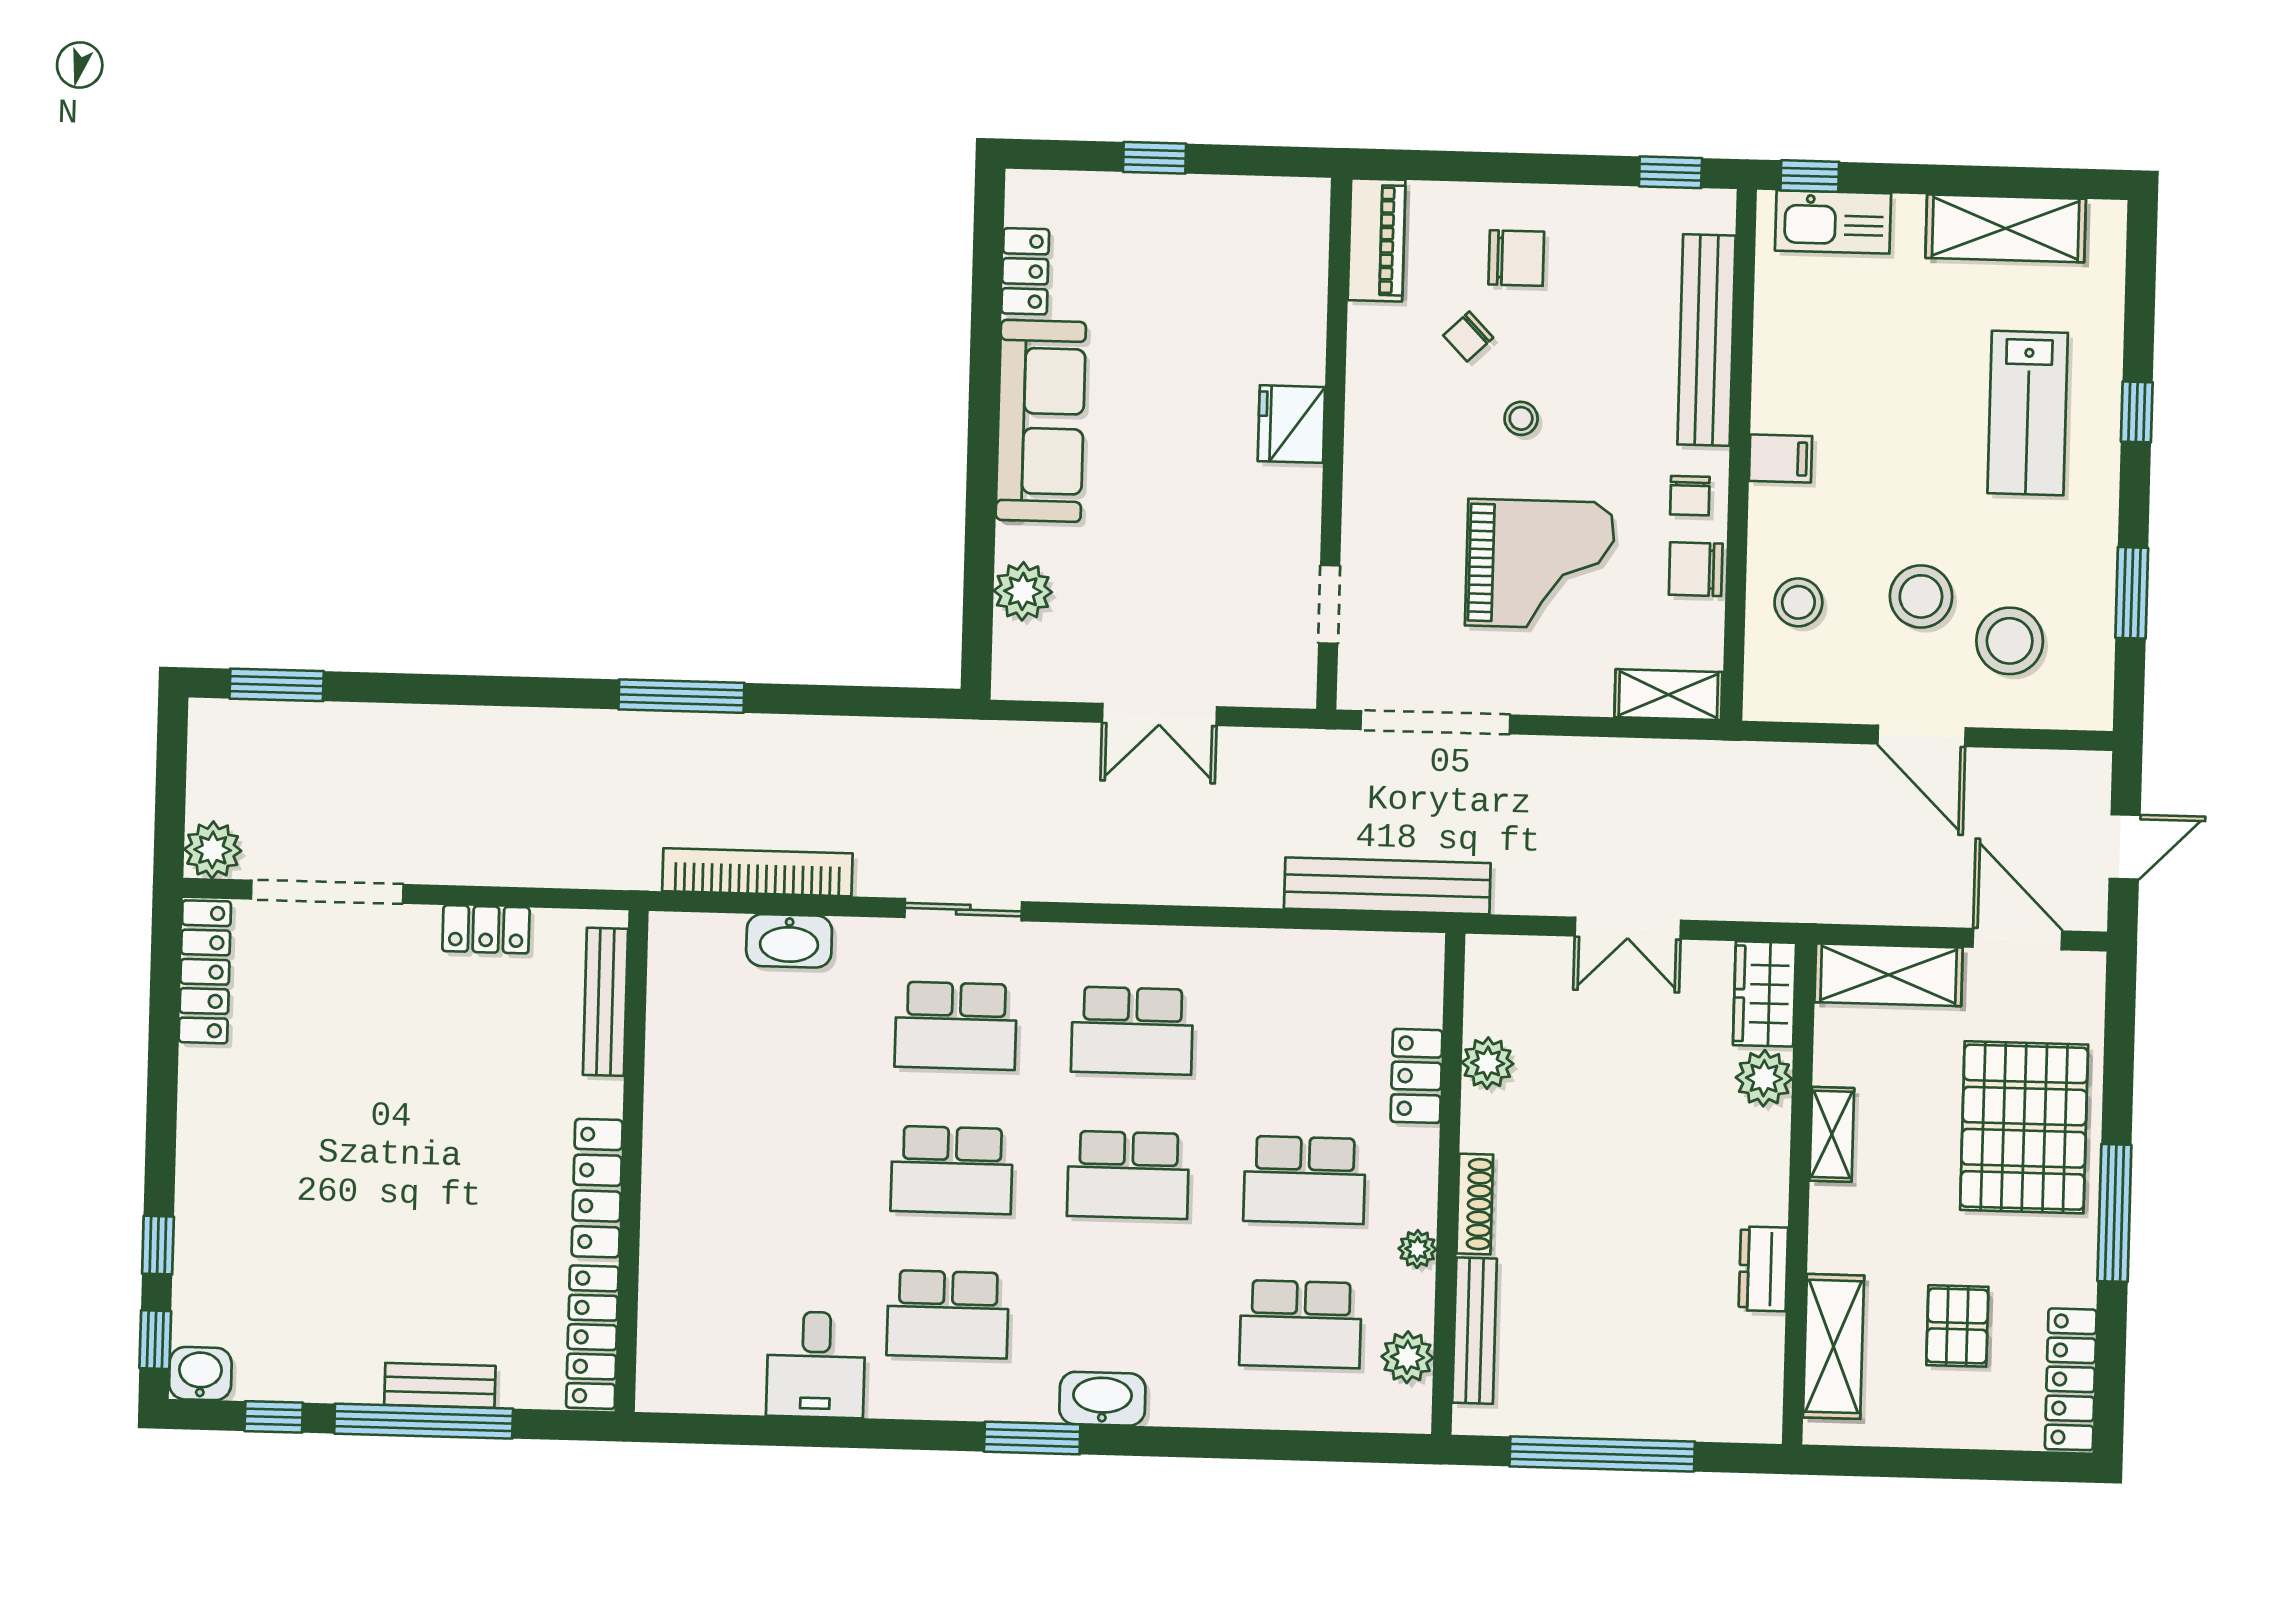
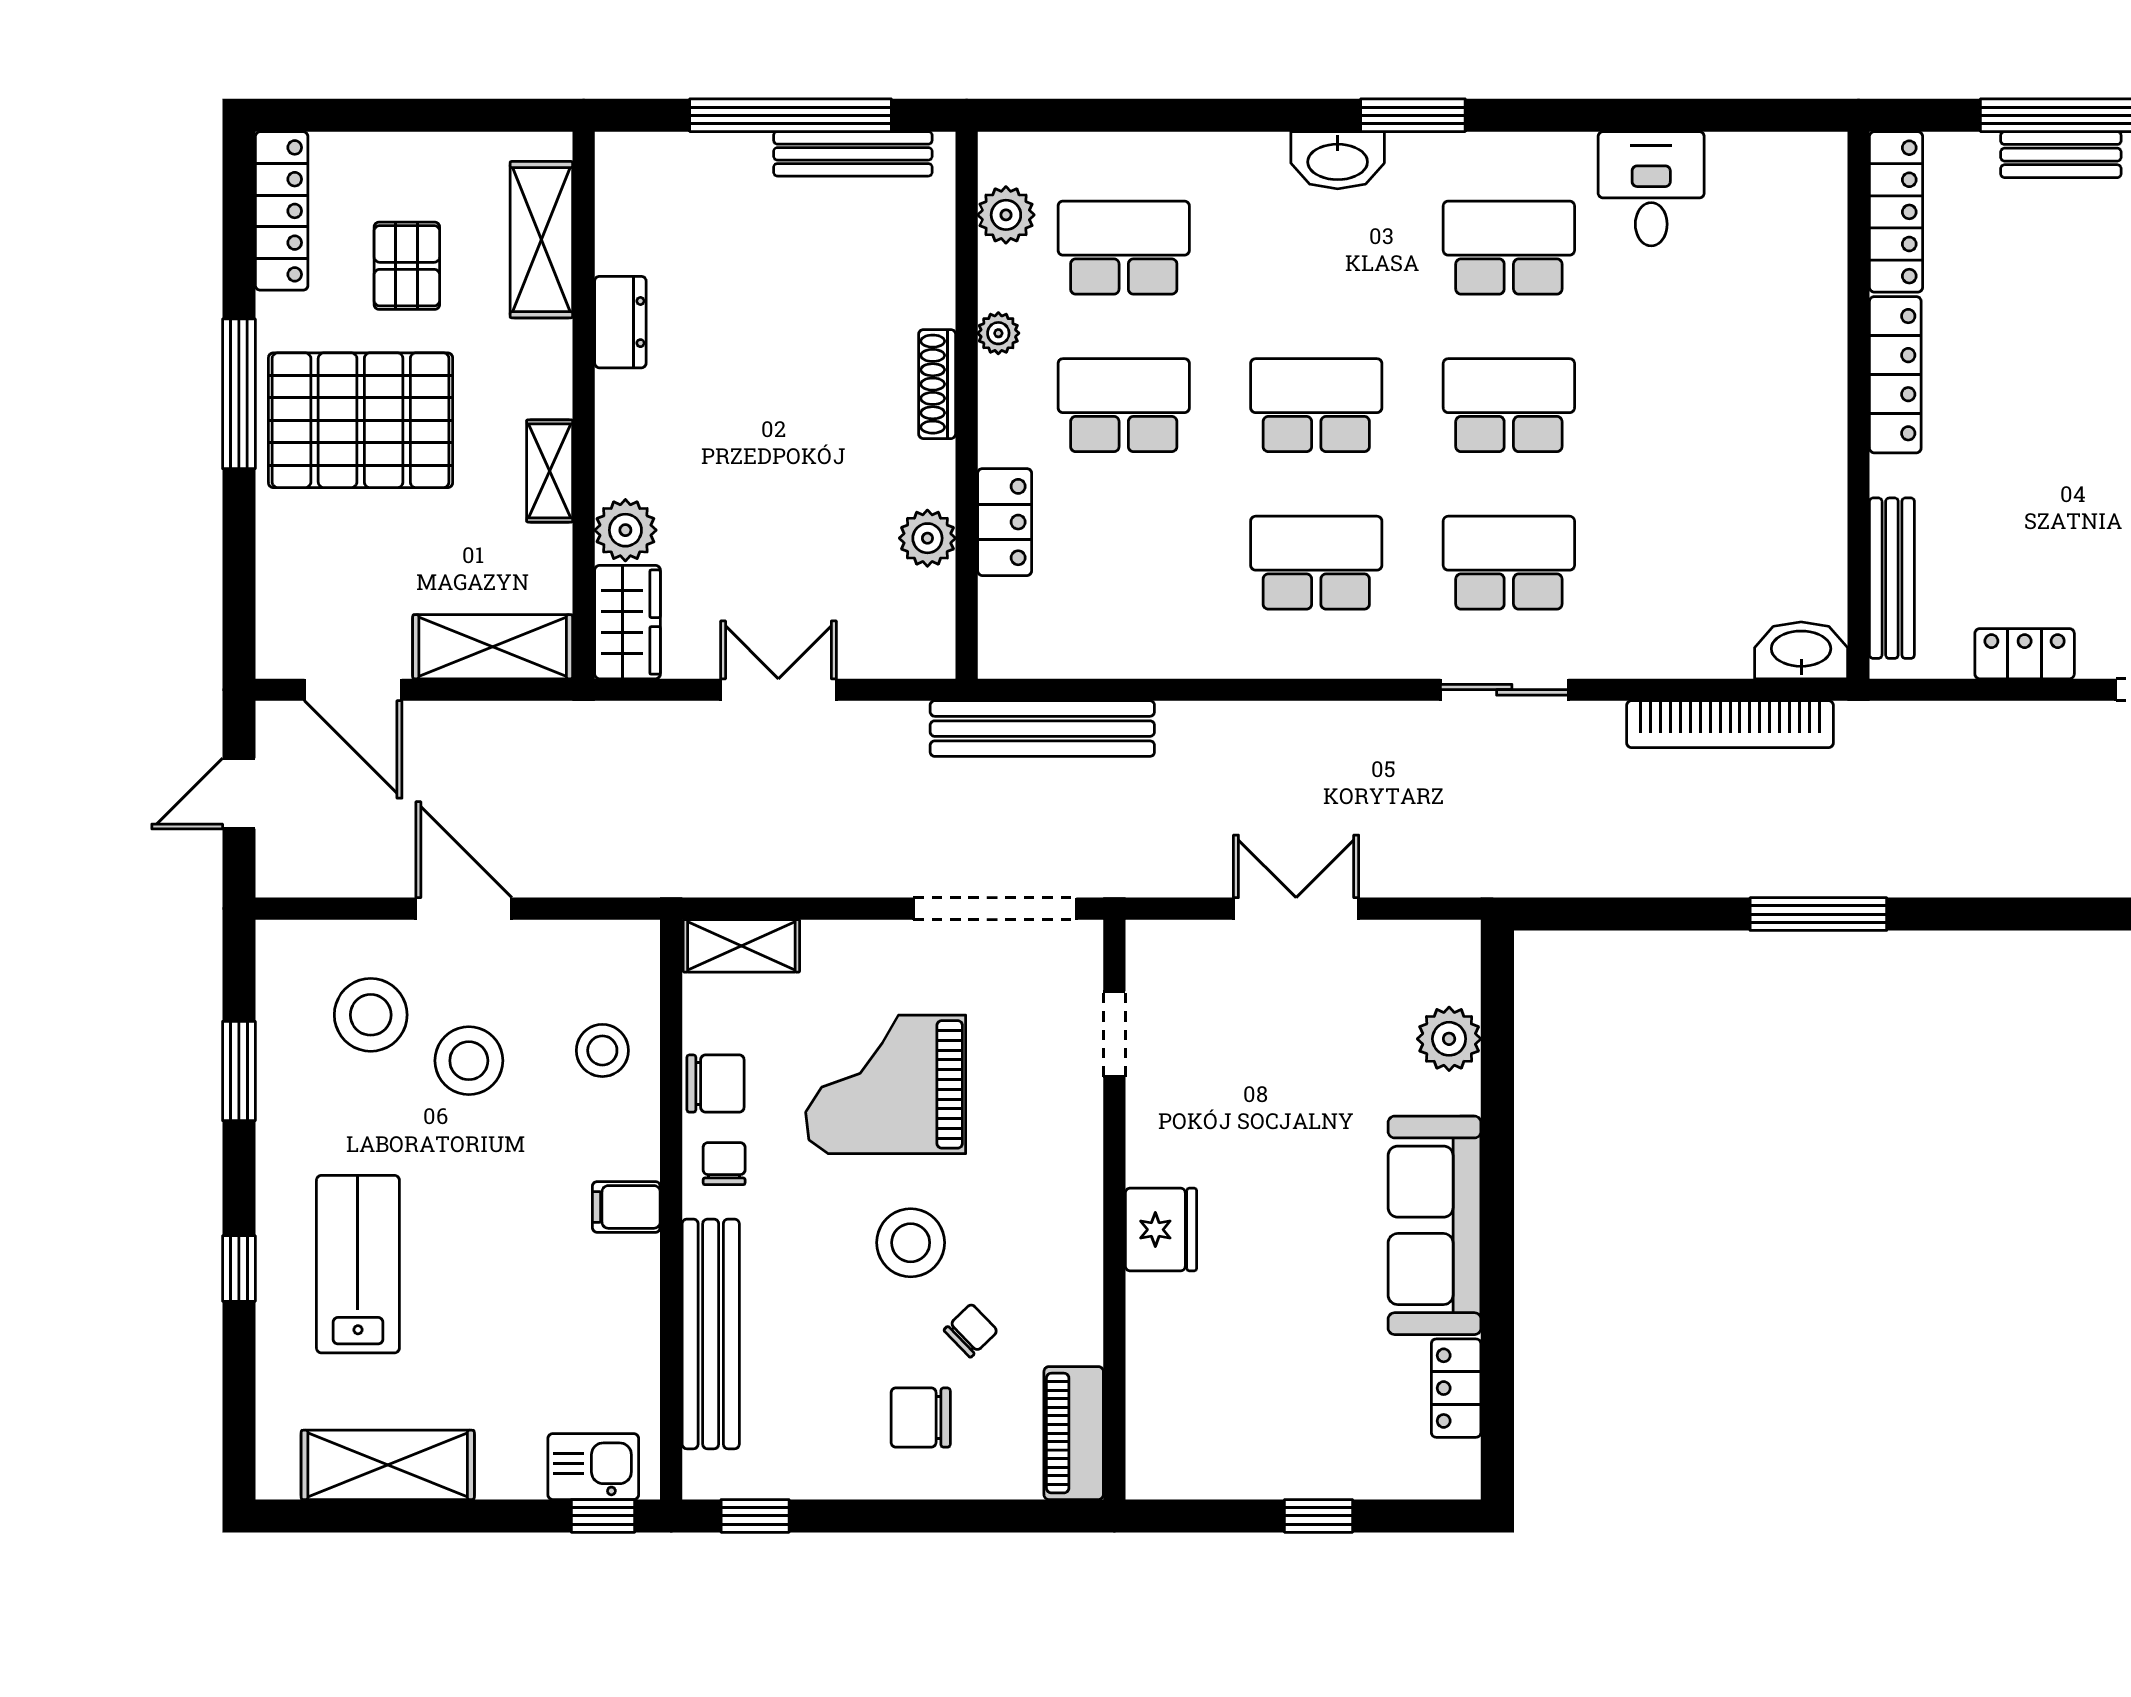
kitchen sink: (1833, 222) -> (593, 1467), width x0.73
stool: (1521, 418) -> (911, 1243), width x1.89, depth x1.89
washbasin: (789, 941) -> (1801, 650), moved
pallet: (2024, 1127) -> (361, 420), moved, turned 90
bench: (1475, 1331) -> (853, 154), moved, turned 90

